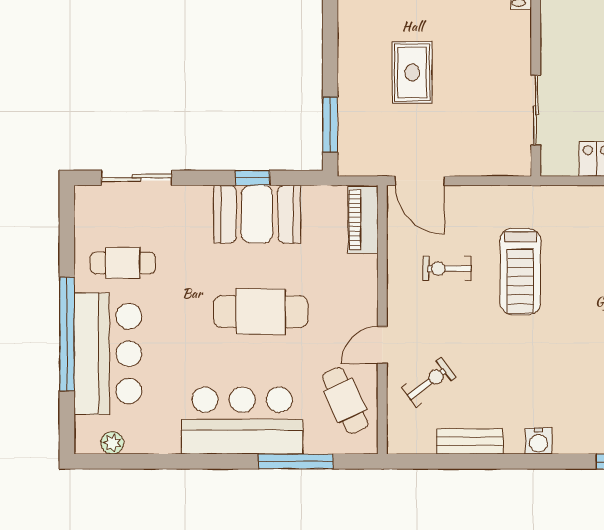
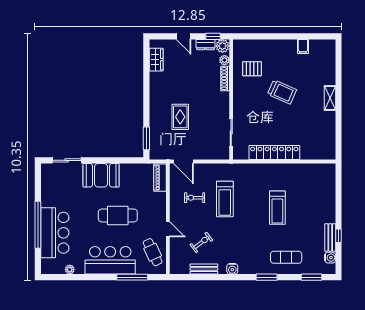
window: (252, 178) -> (114, 160), removed
booth: (257, 214) -> (101, 175), moved
cafe table: (123, 263) -> (61, 195), removed
door: (382, 345) -> (168, 229), swing flipped
exercise bike: (429, 382) -> (201, 242), moved
plant: (112, 443) -> (70, 270), moved

